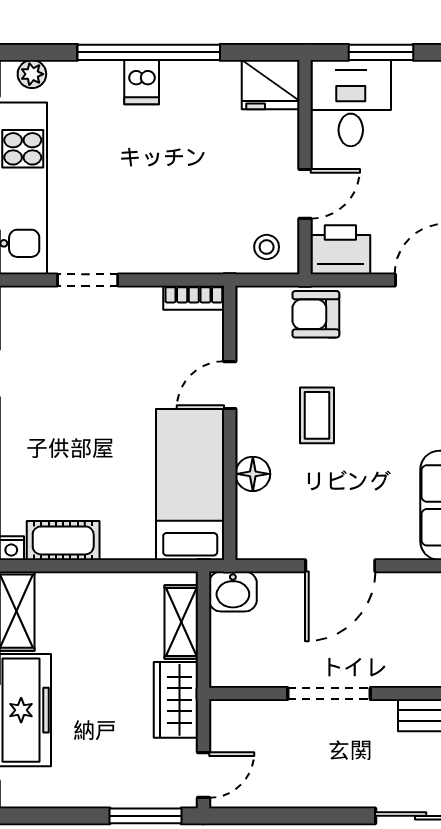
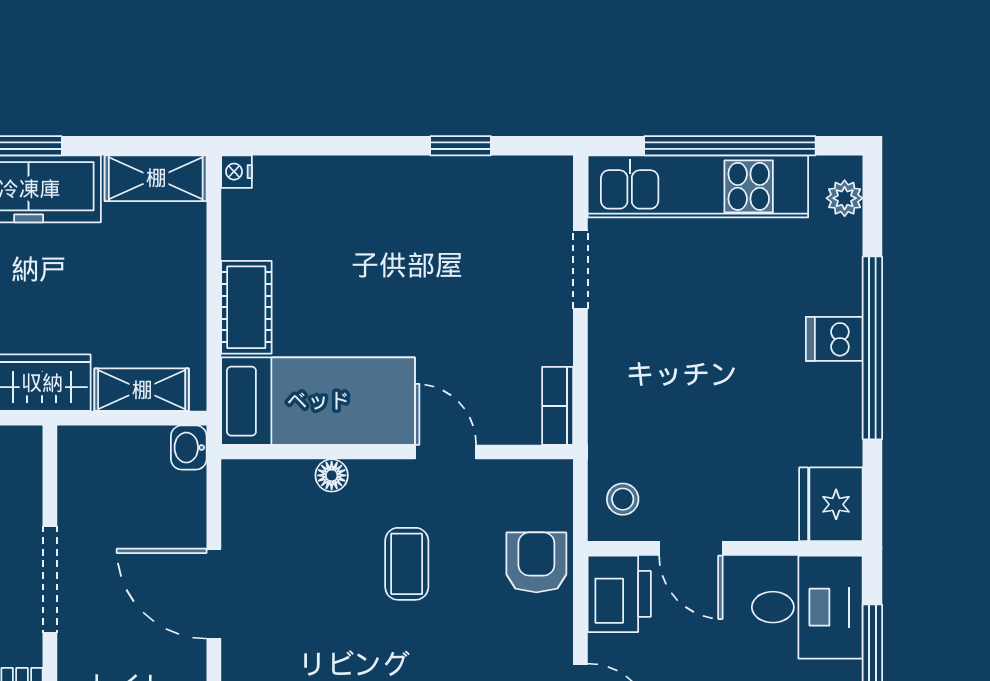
coffee table: (317, 415) -> (407, 564), turned 90
floor lamp: (253, 474) -> (332, 475), width x0.73, depth x0.73
cot: (63, 540) -> (246, 307), moved
washbasin: (233, 592) -> (189, 448), width x0.72, depth x0.69

